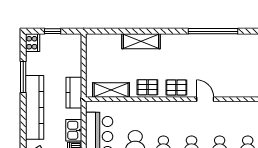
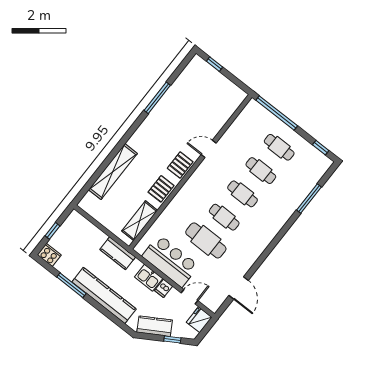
window: (213, 31) -> (157, 98), width x0.68
shelving: (141, 41) -> (113, 172), width x1.47

